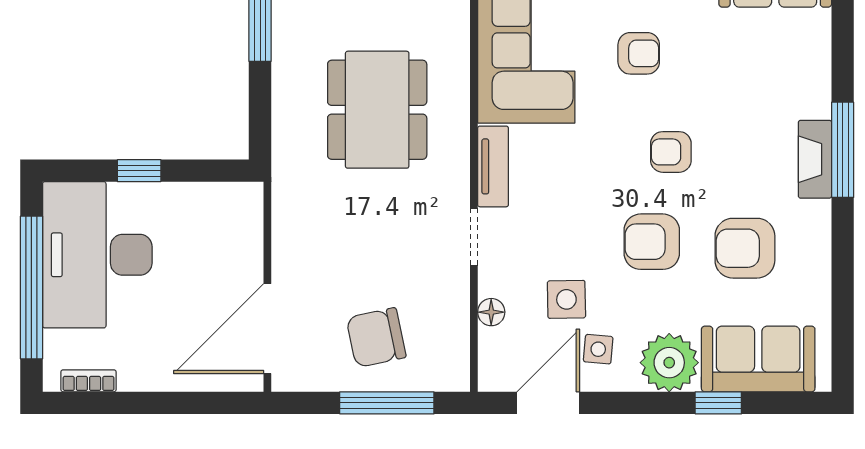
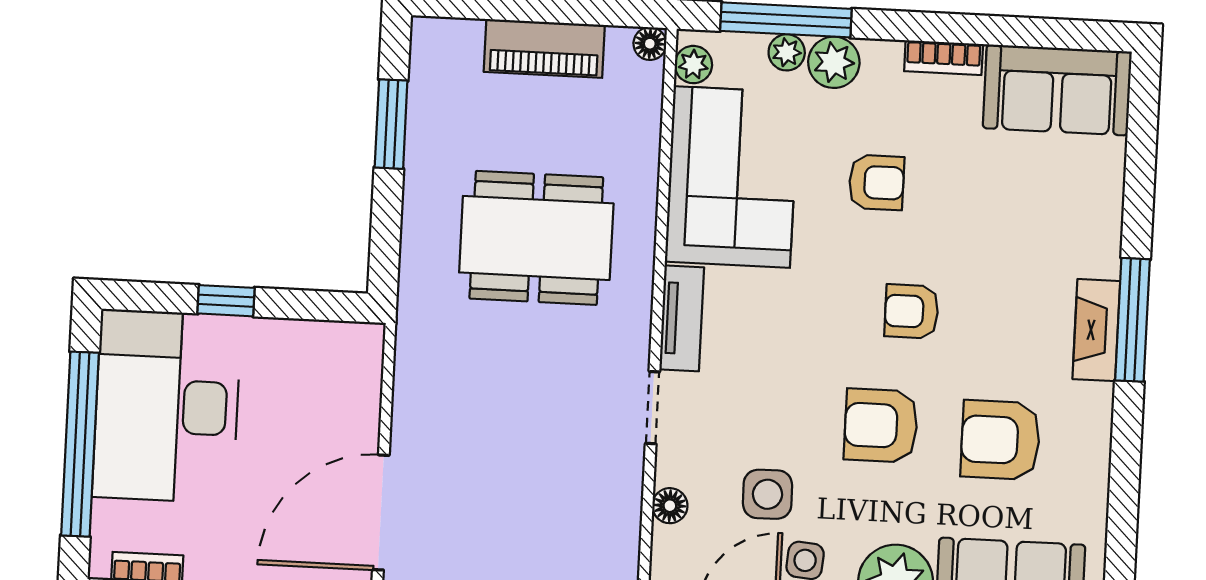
dining table: (377, 110) -> (536, 238), turned 90
chair: (376, 338) -> (520, 531), removed

